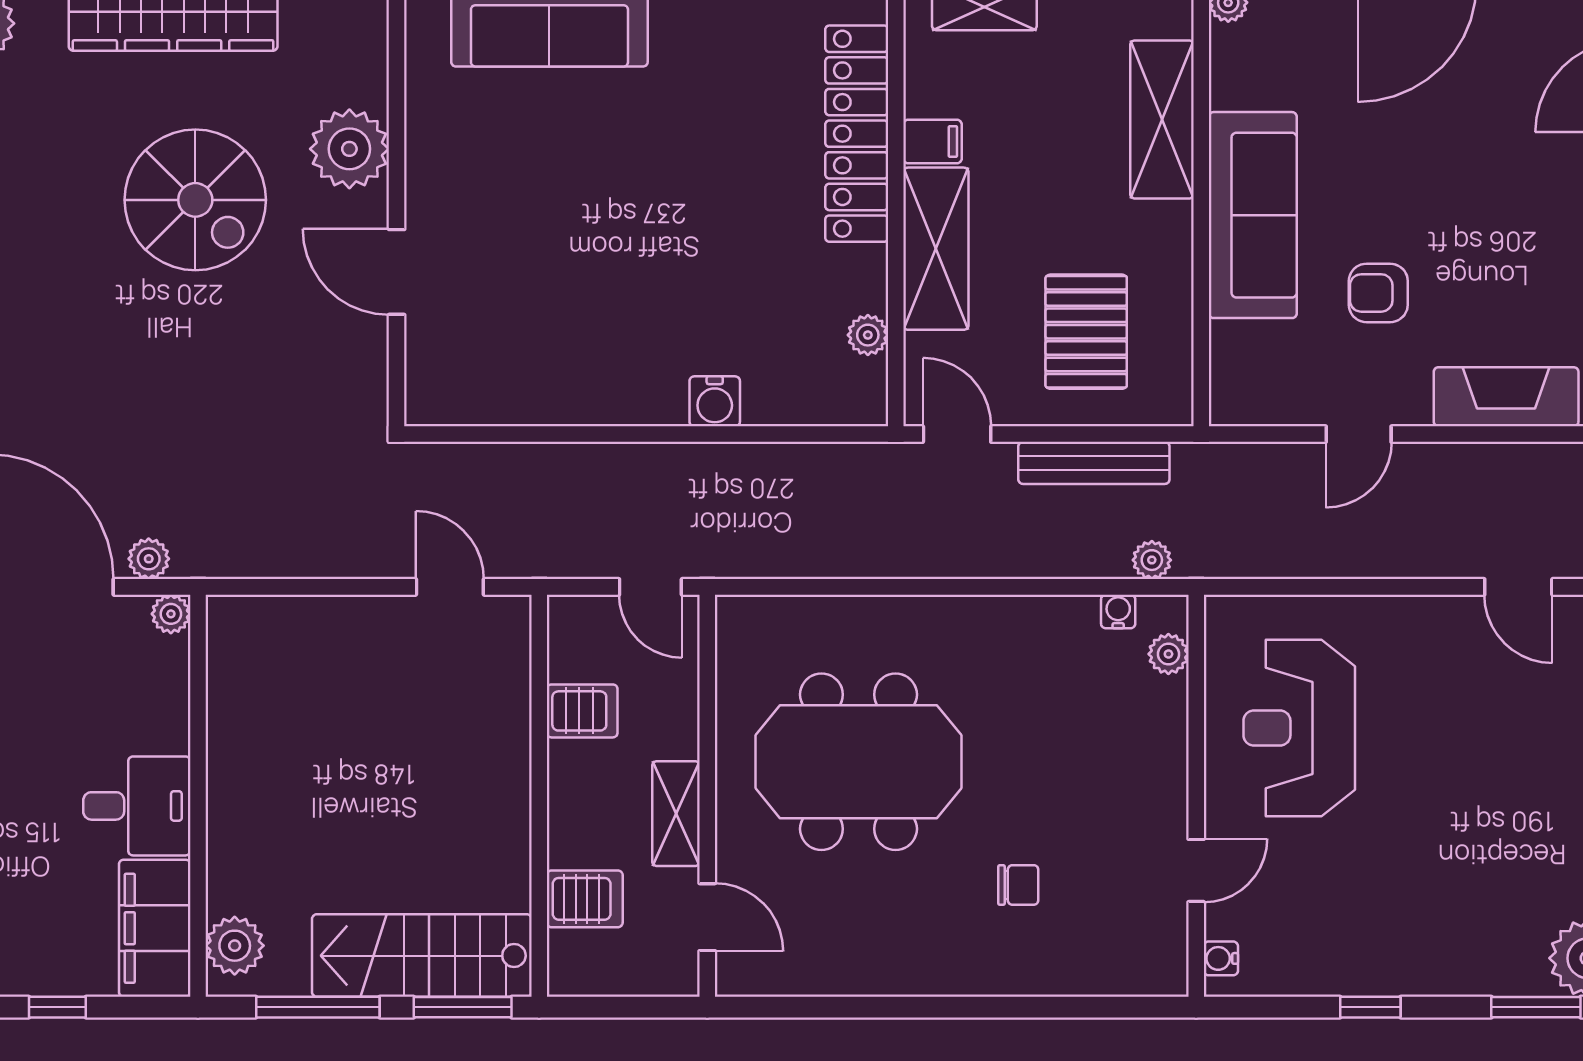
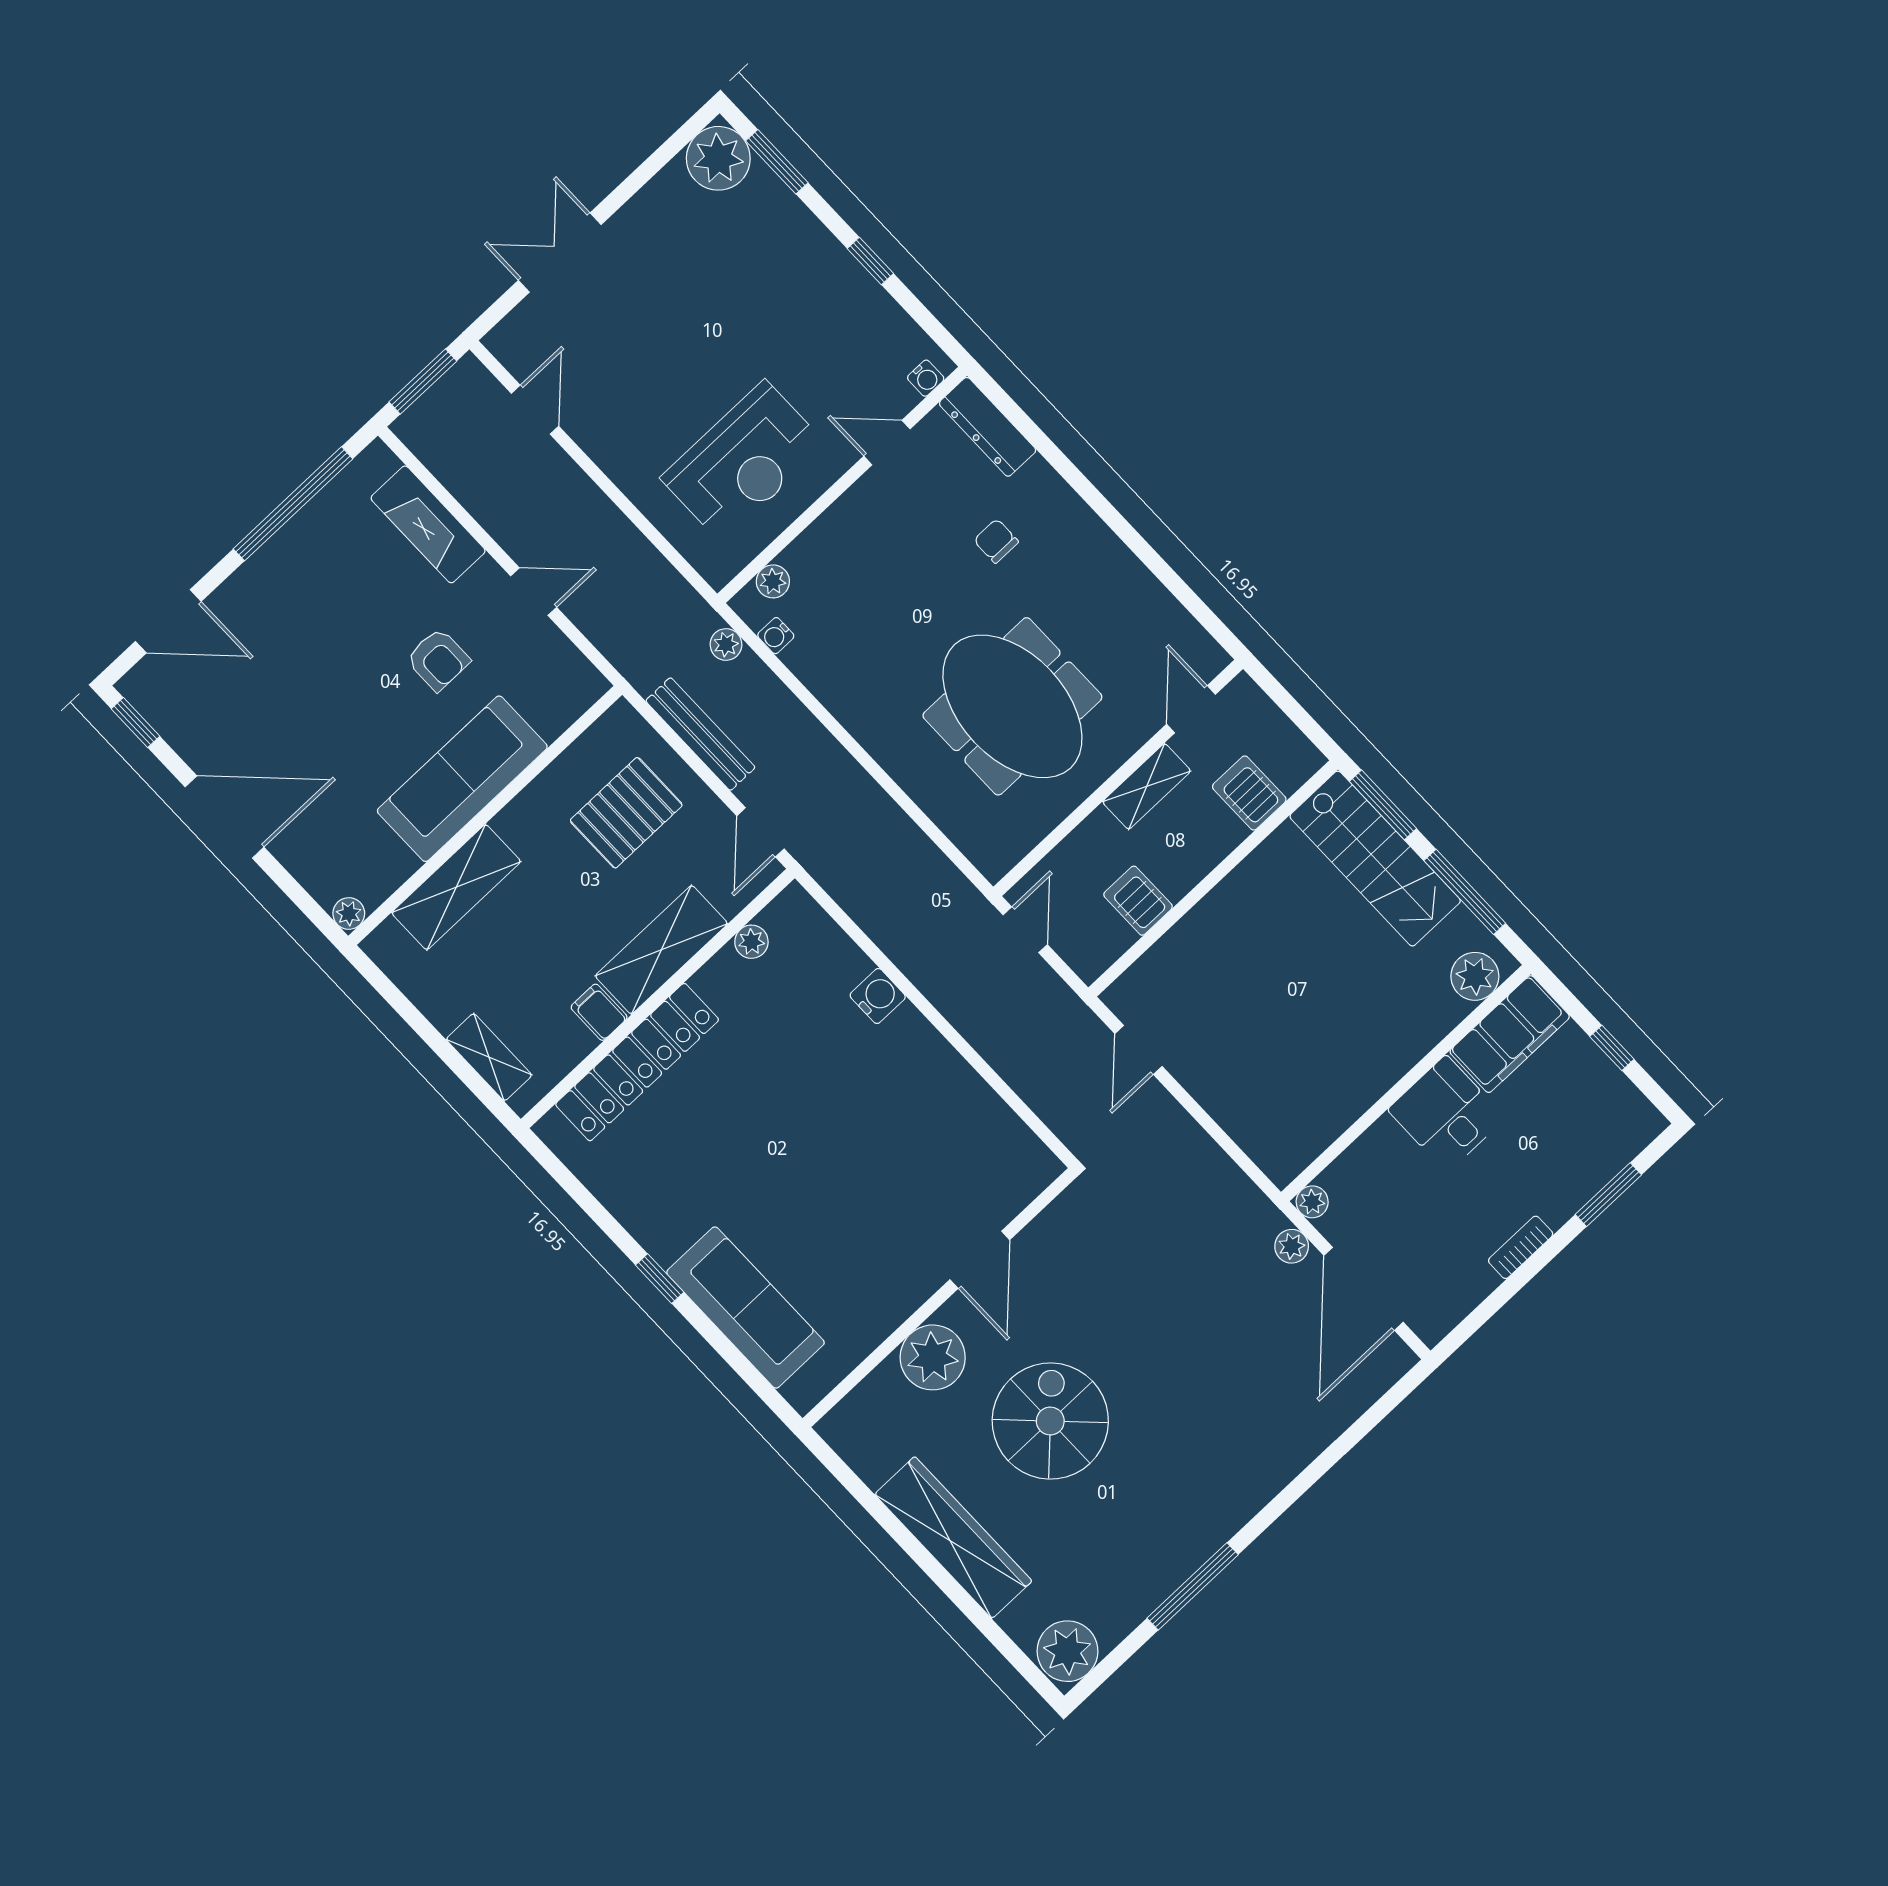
dresser: (1126, 973) -> (988, 427), added

